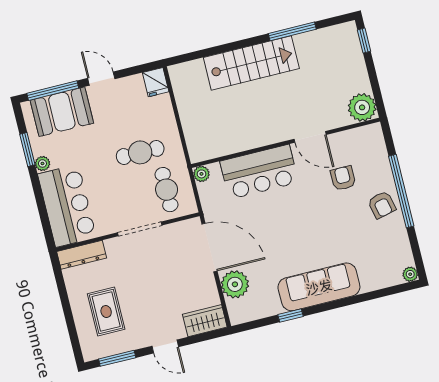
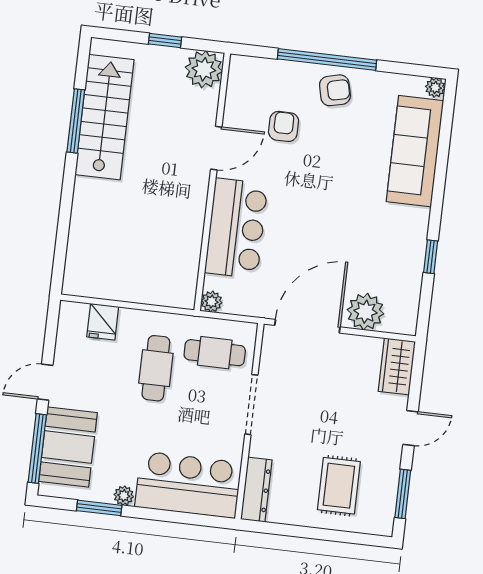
window: (364, 41) -> (165, 41), moved
stairs: (251, 63) -> (104, 117), moved
fridge: (156, 82) -> (103, 322), moved, turned 90
armchair: (343, 178) -> (284, 126), turned 90
sofa: (319, 287) -> (415, 151), moved
rug: (106, 312) -> (339, 486), turned 90

